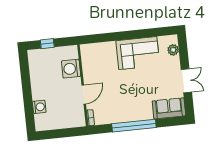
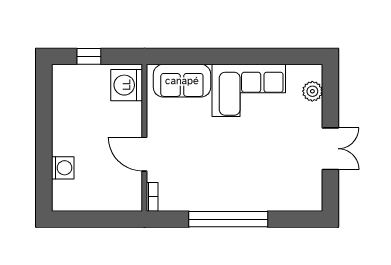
washing machine: (71, 69) -> (127, 85), moved
door: (84, 95) -> (144, 154), swing flipped
sofa: (169, 108) -> (182, 81), moved, turned 180

